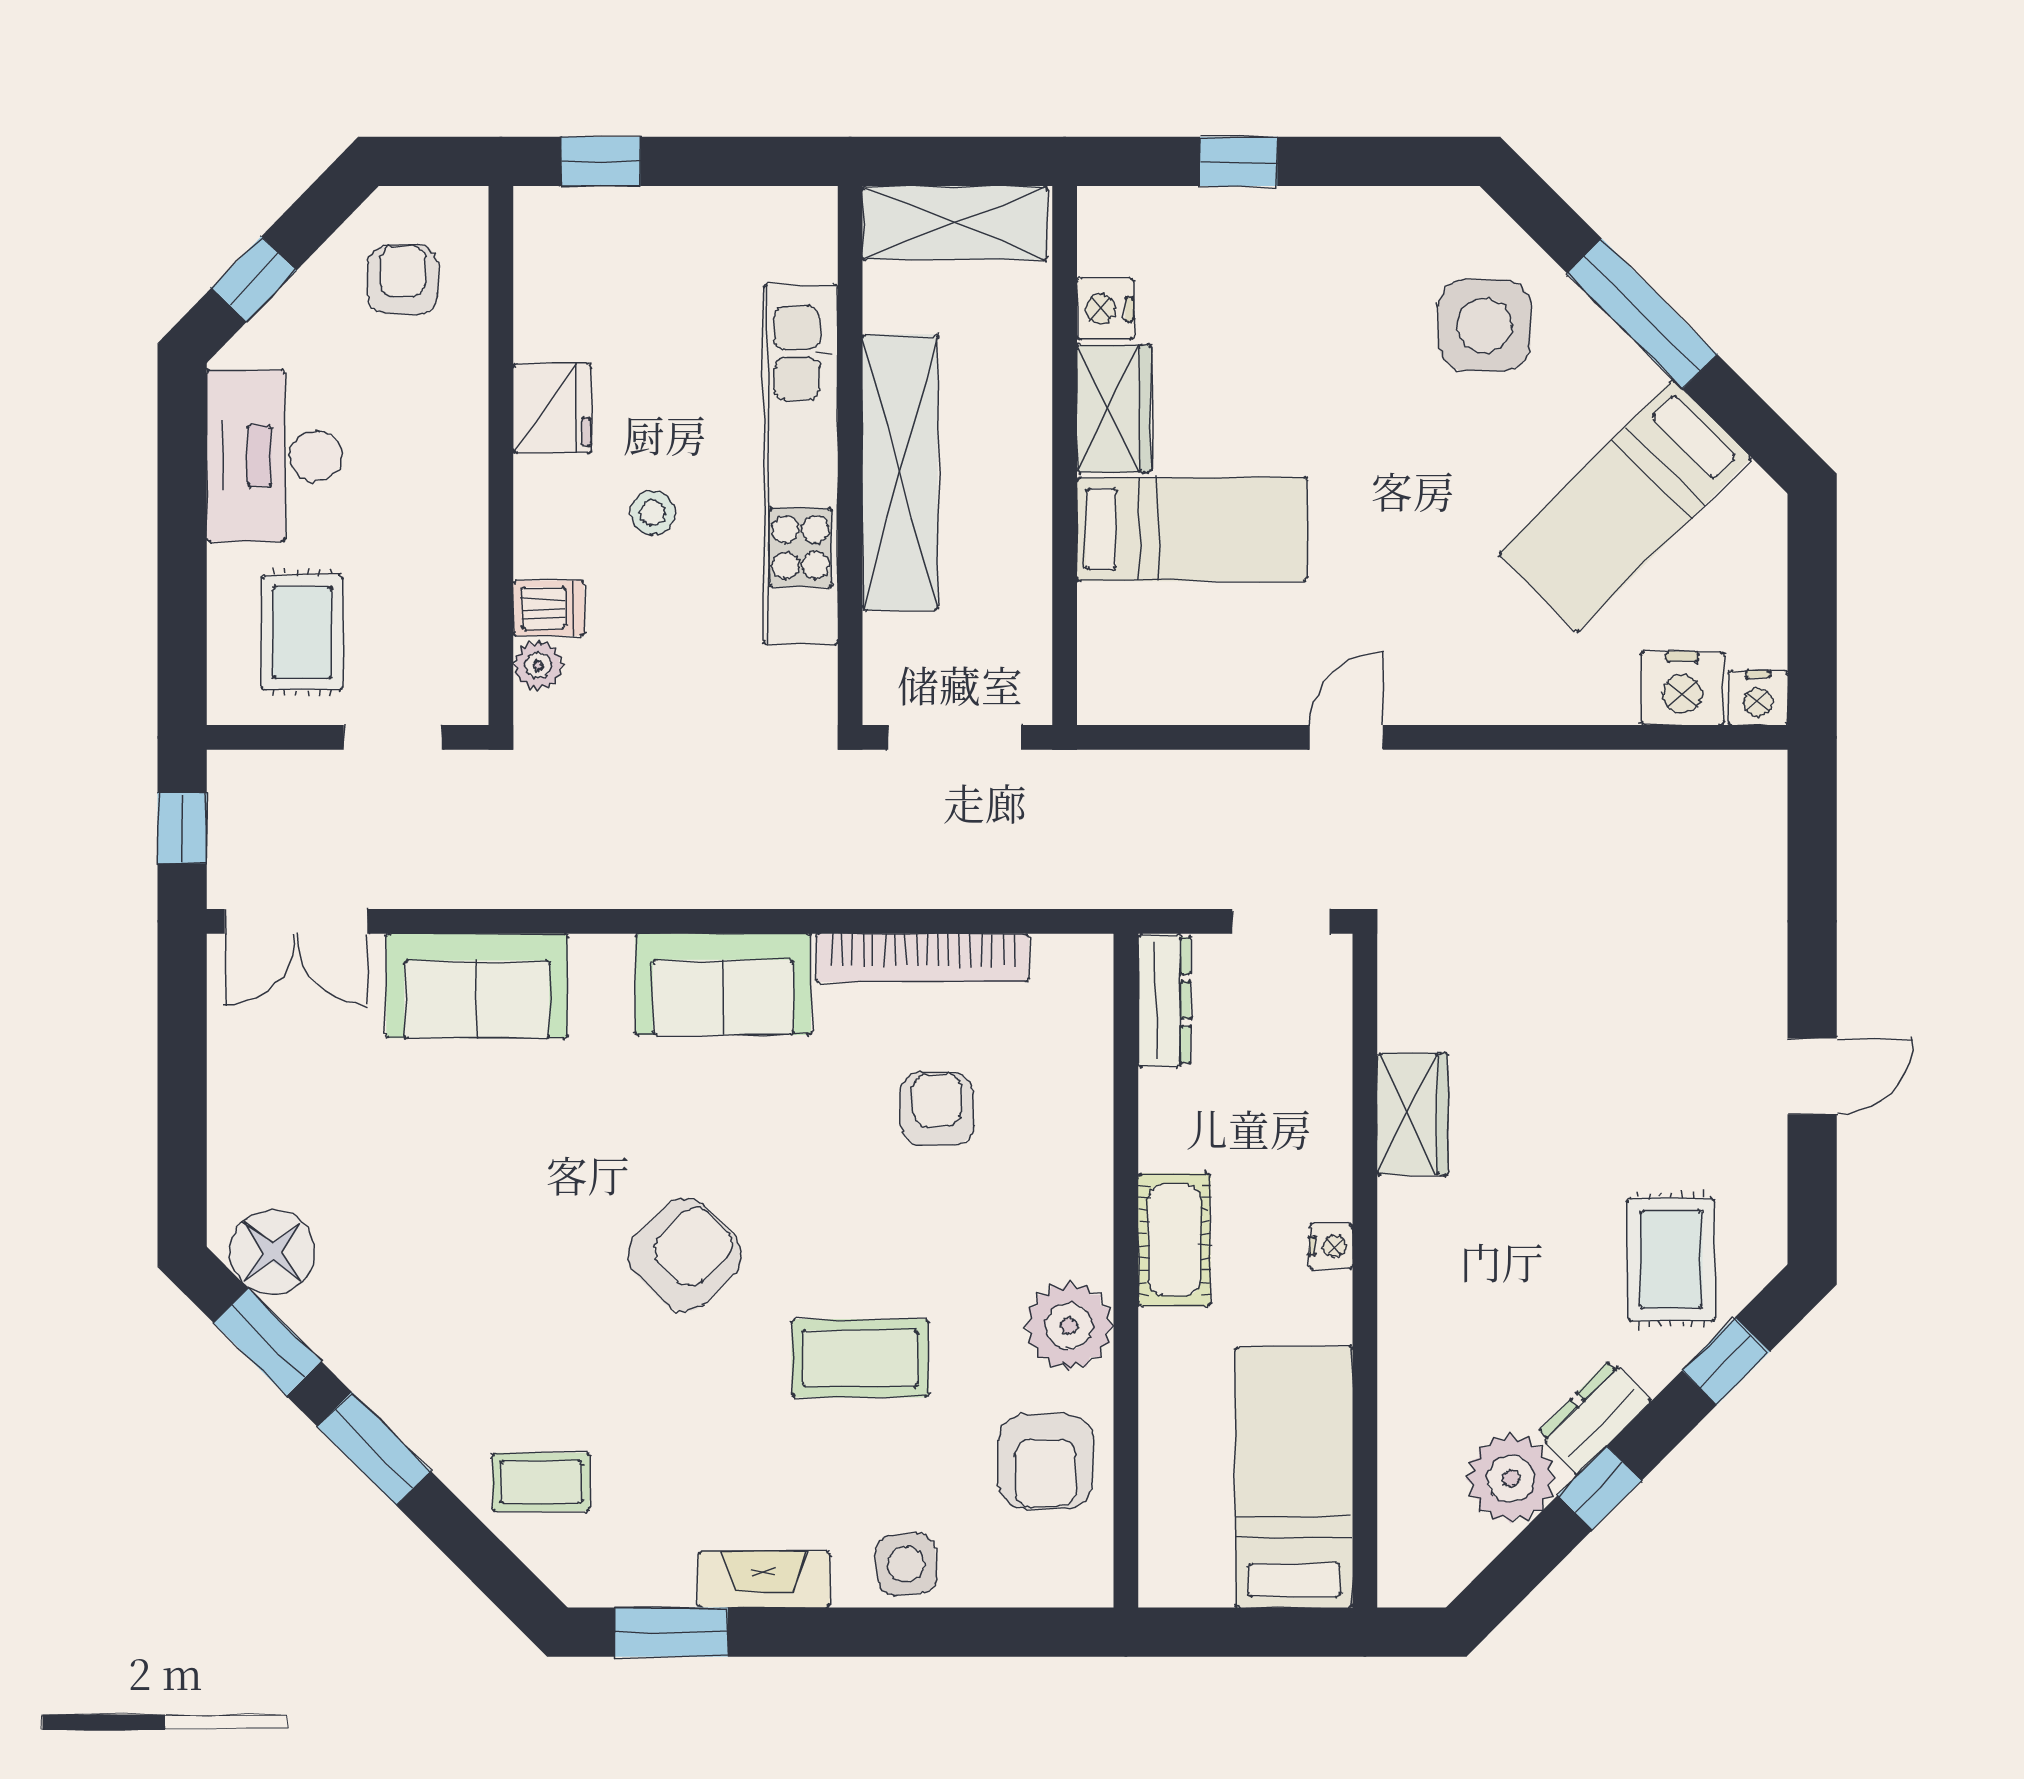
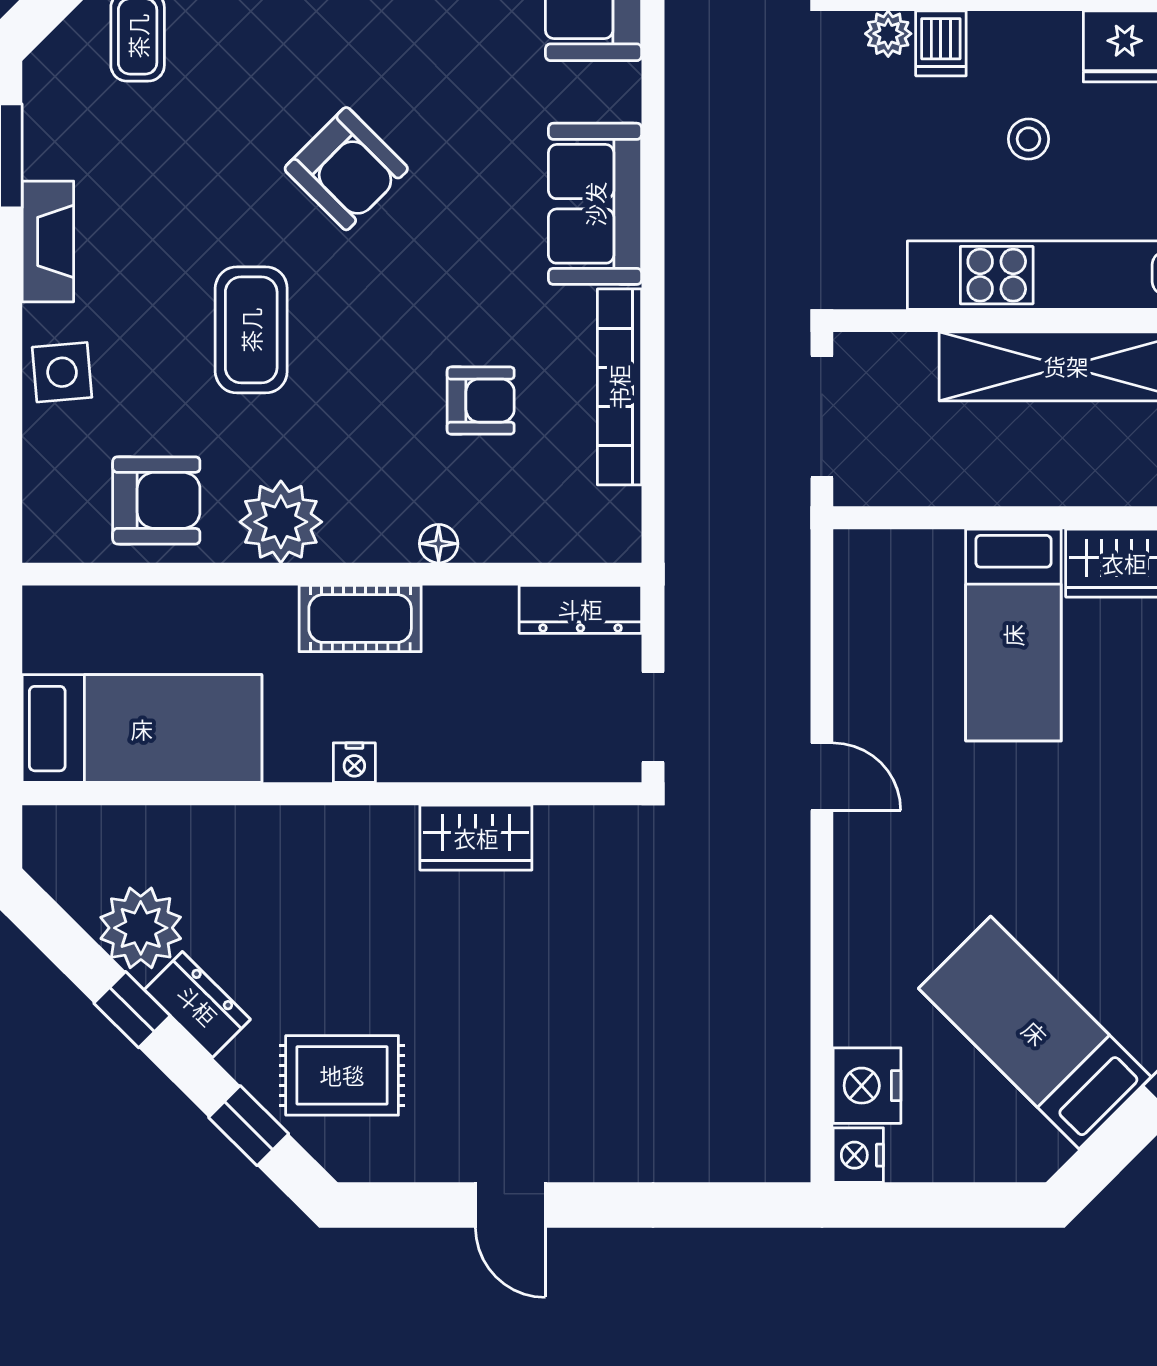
floor lamp: (1093, 1155) -> (439, 544), added
armchair: (1046, 1461) -> (156, 500), turned 180

